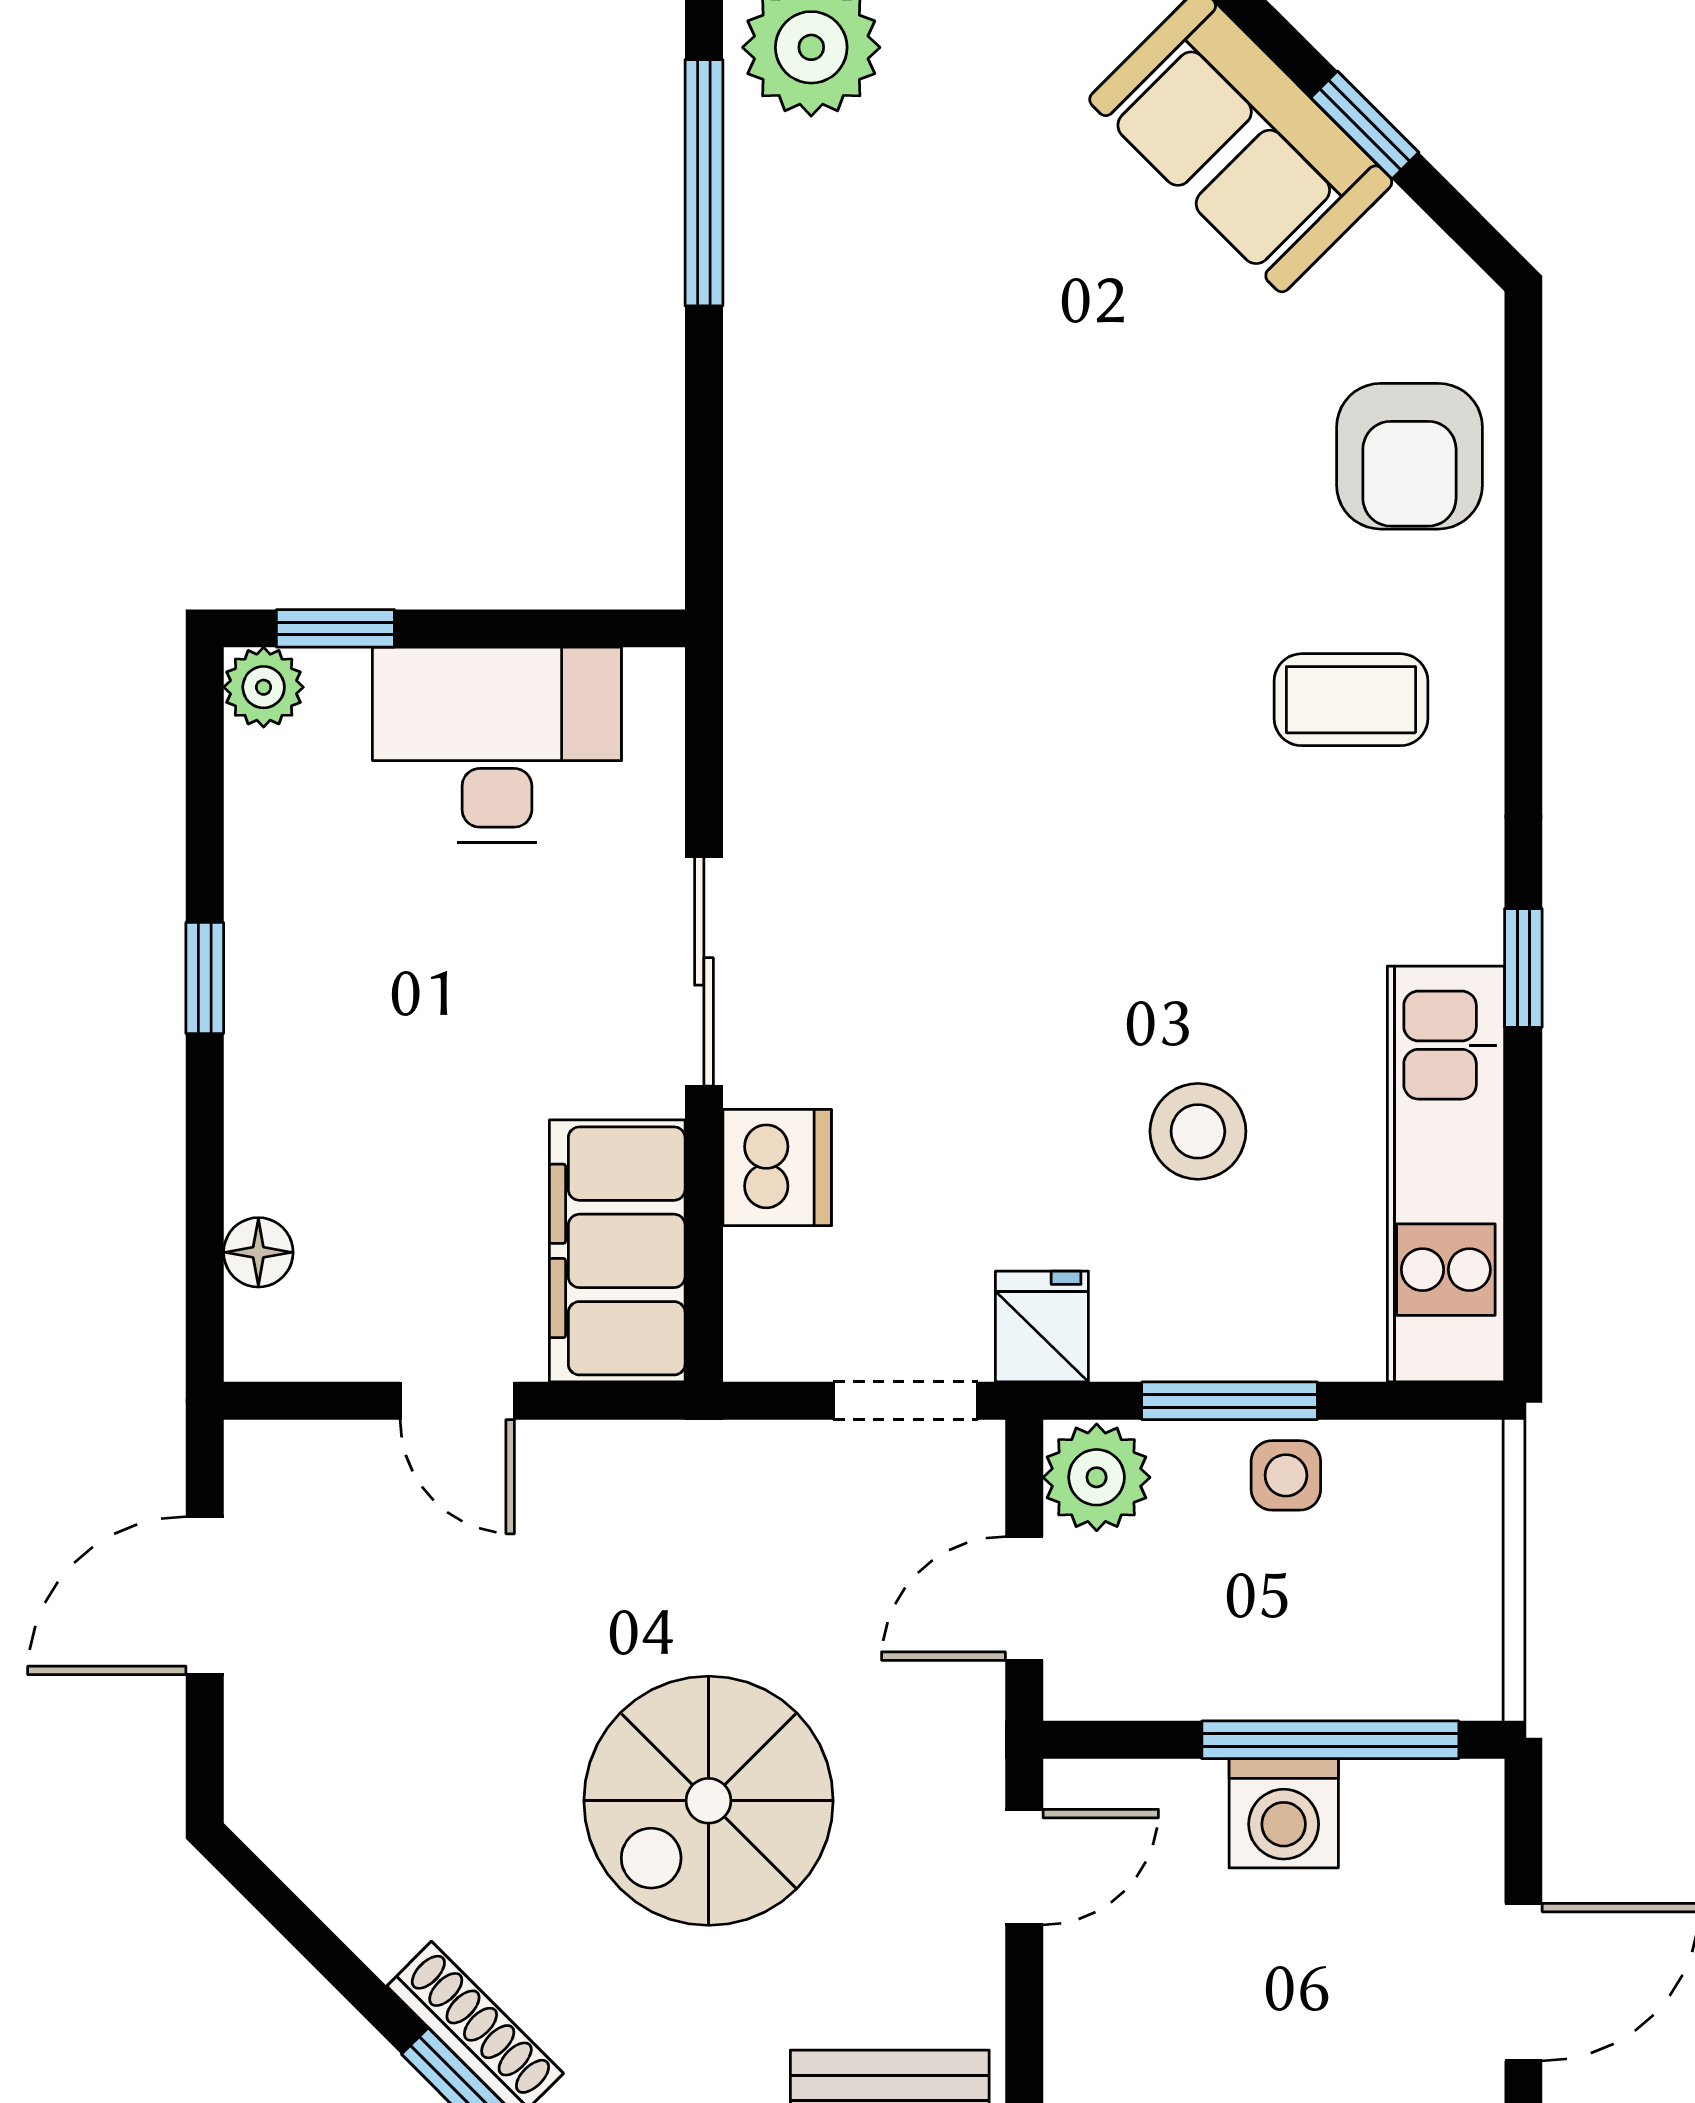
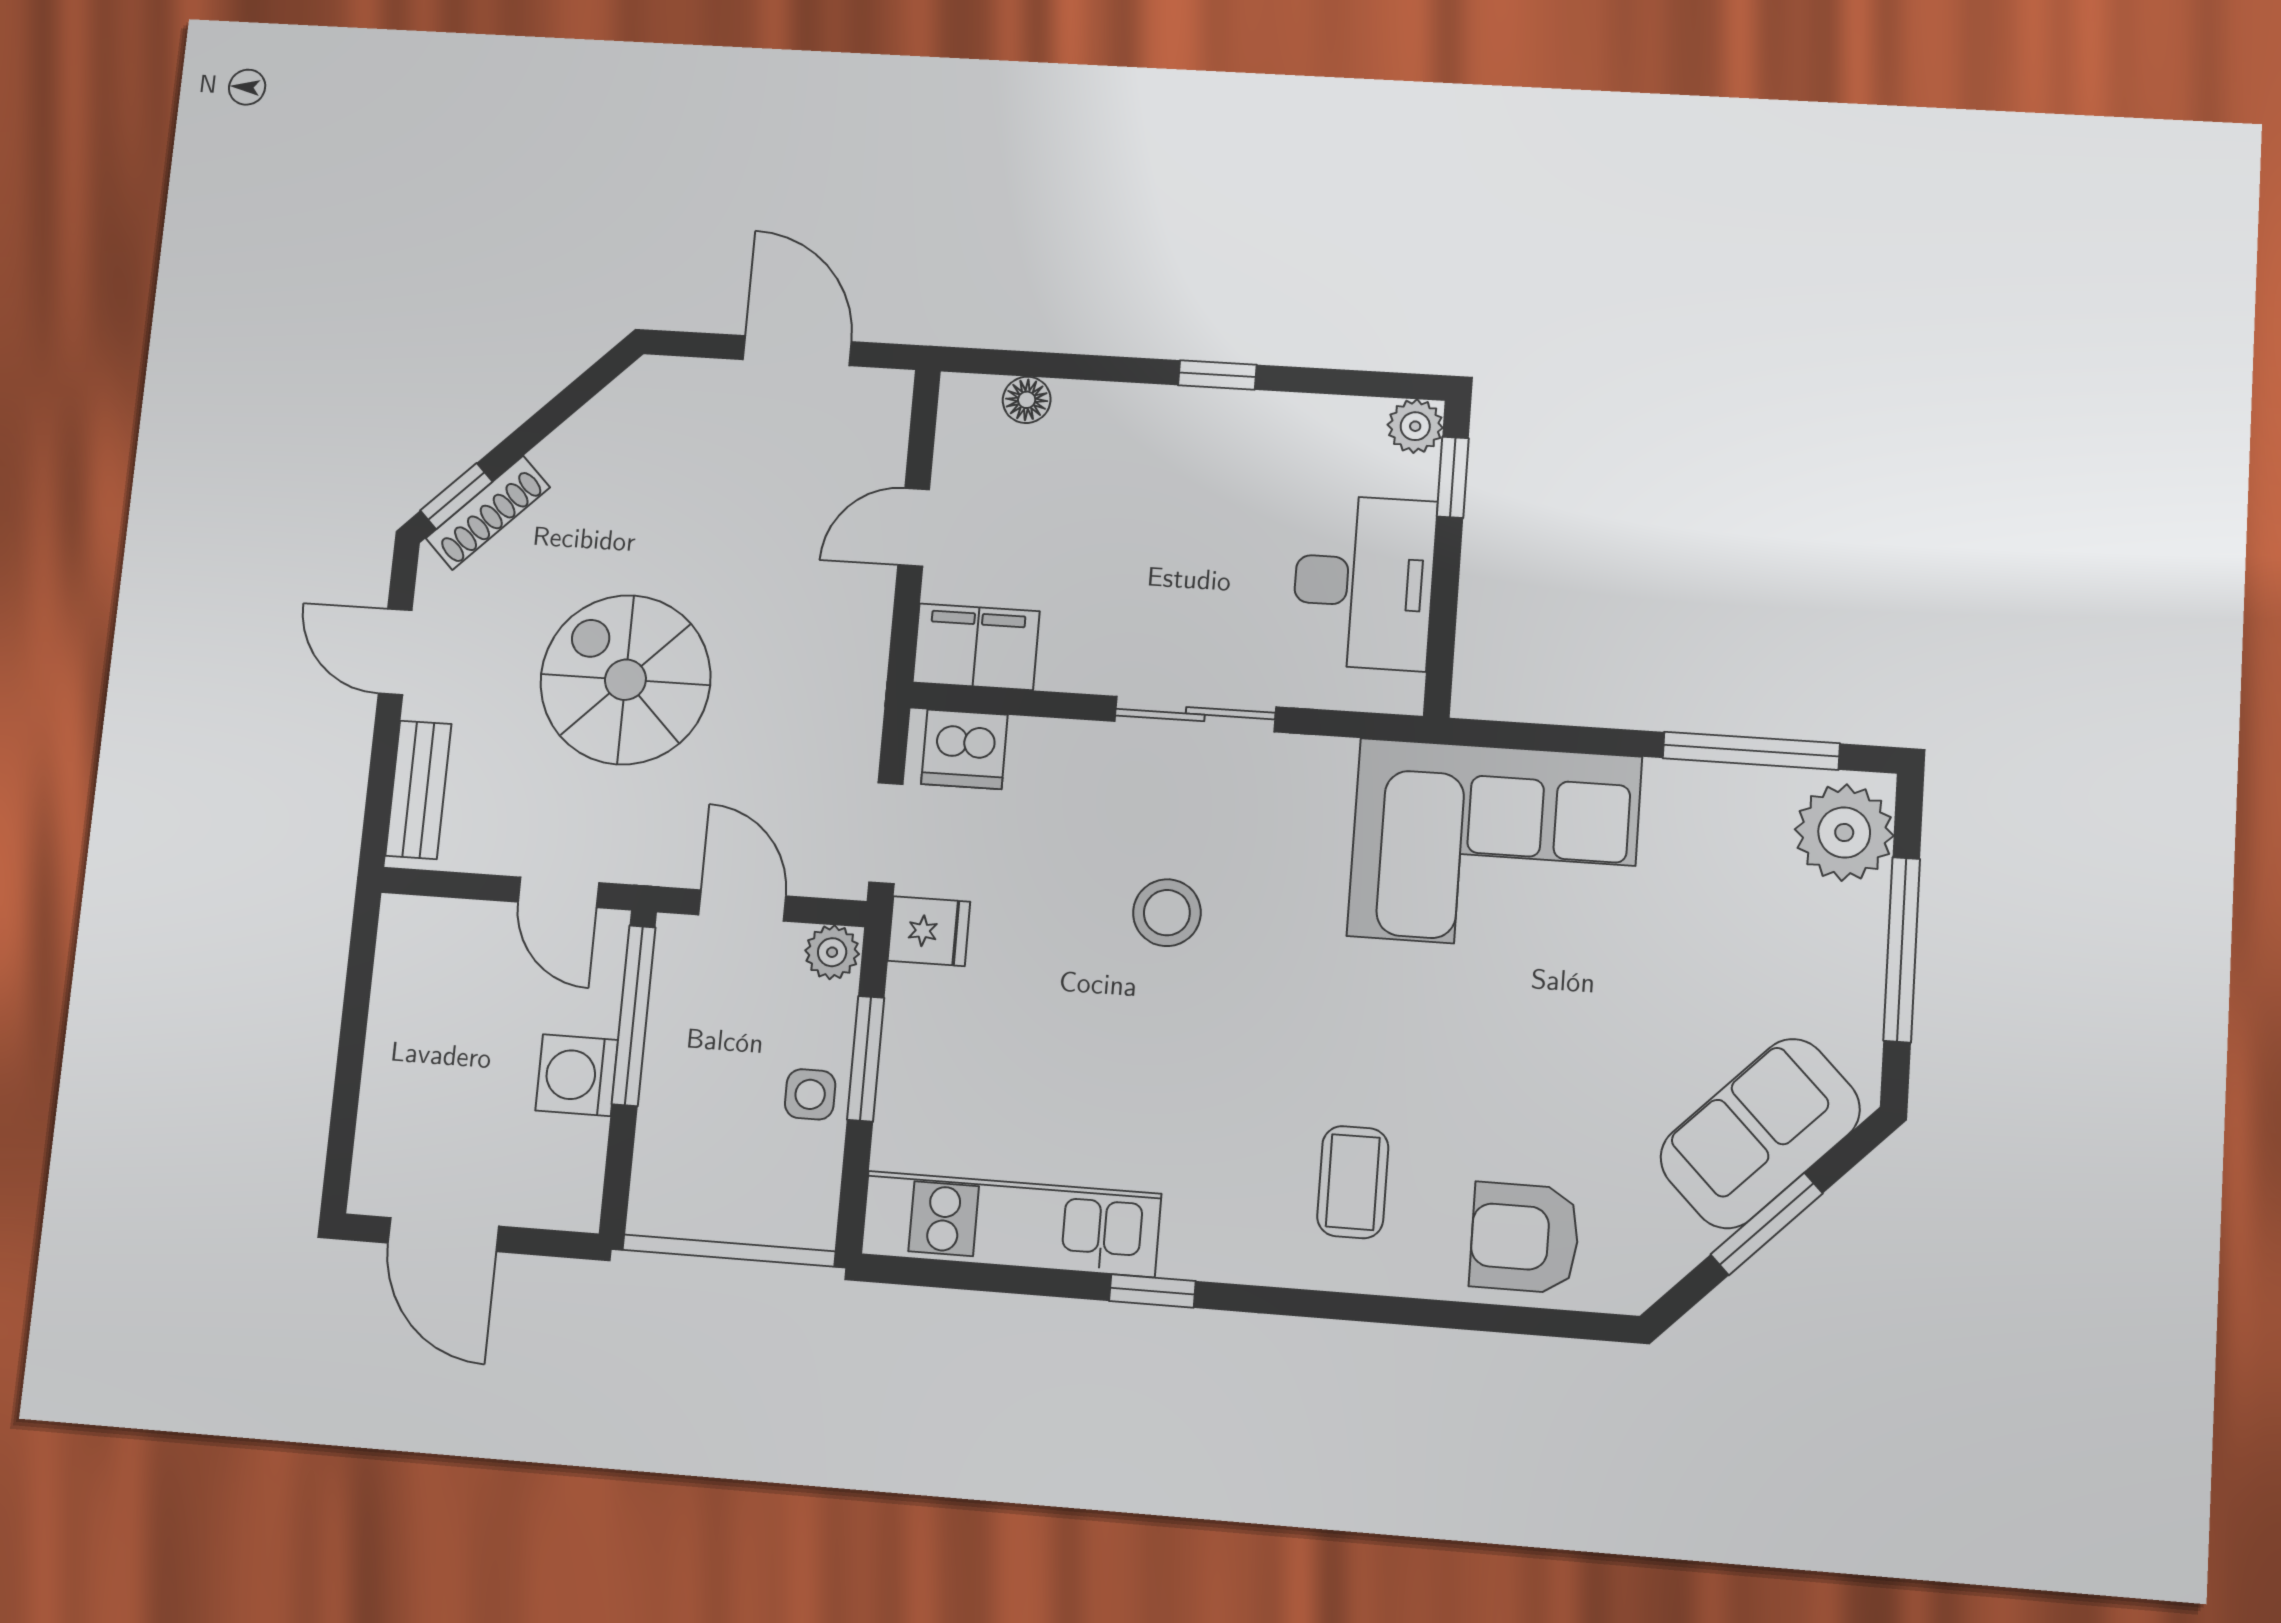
window: (1365, 125) -> (1767, 1224), width x1.50
corner sofa: (865, 534) -> (1494, 846), added
stool: (1198, 1131) -> (1167, 913), moved
dishwasher: (777, 1168) -> (964, 749), moved
filing cabinet: (617, 1251) -> (976, 647), width x0.67, depth x0.86
plant: (1097, 1477) -> (832, 952), width x0.73, depth x0.73
window: (1330, 1740) -> (634, 1016), moved

